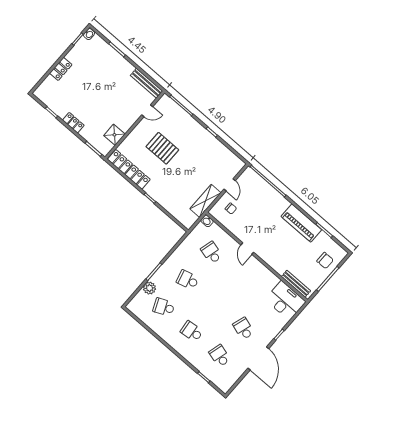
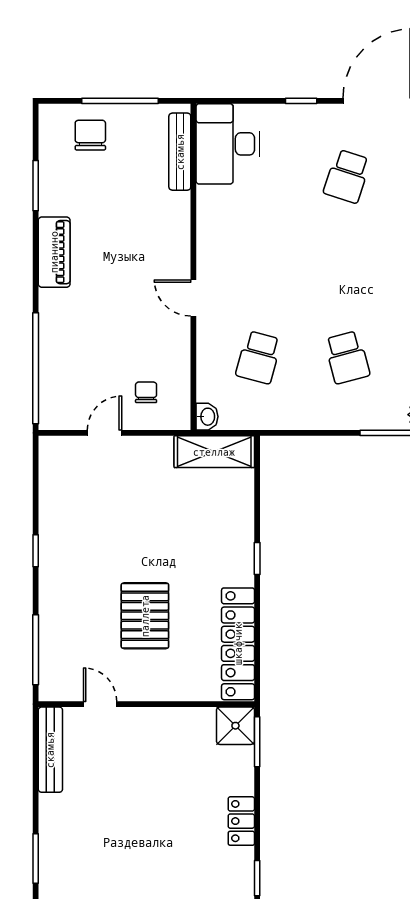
shower: (114, 135) -> (235, 726), moved
shelving: (205, 201) -> (214, 452), moved
piano: (301, 223) -> (54, 252), width x0.73, depth x0.75
door: (247, 249) -> (193, 298), swing flipped

